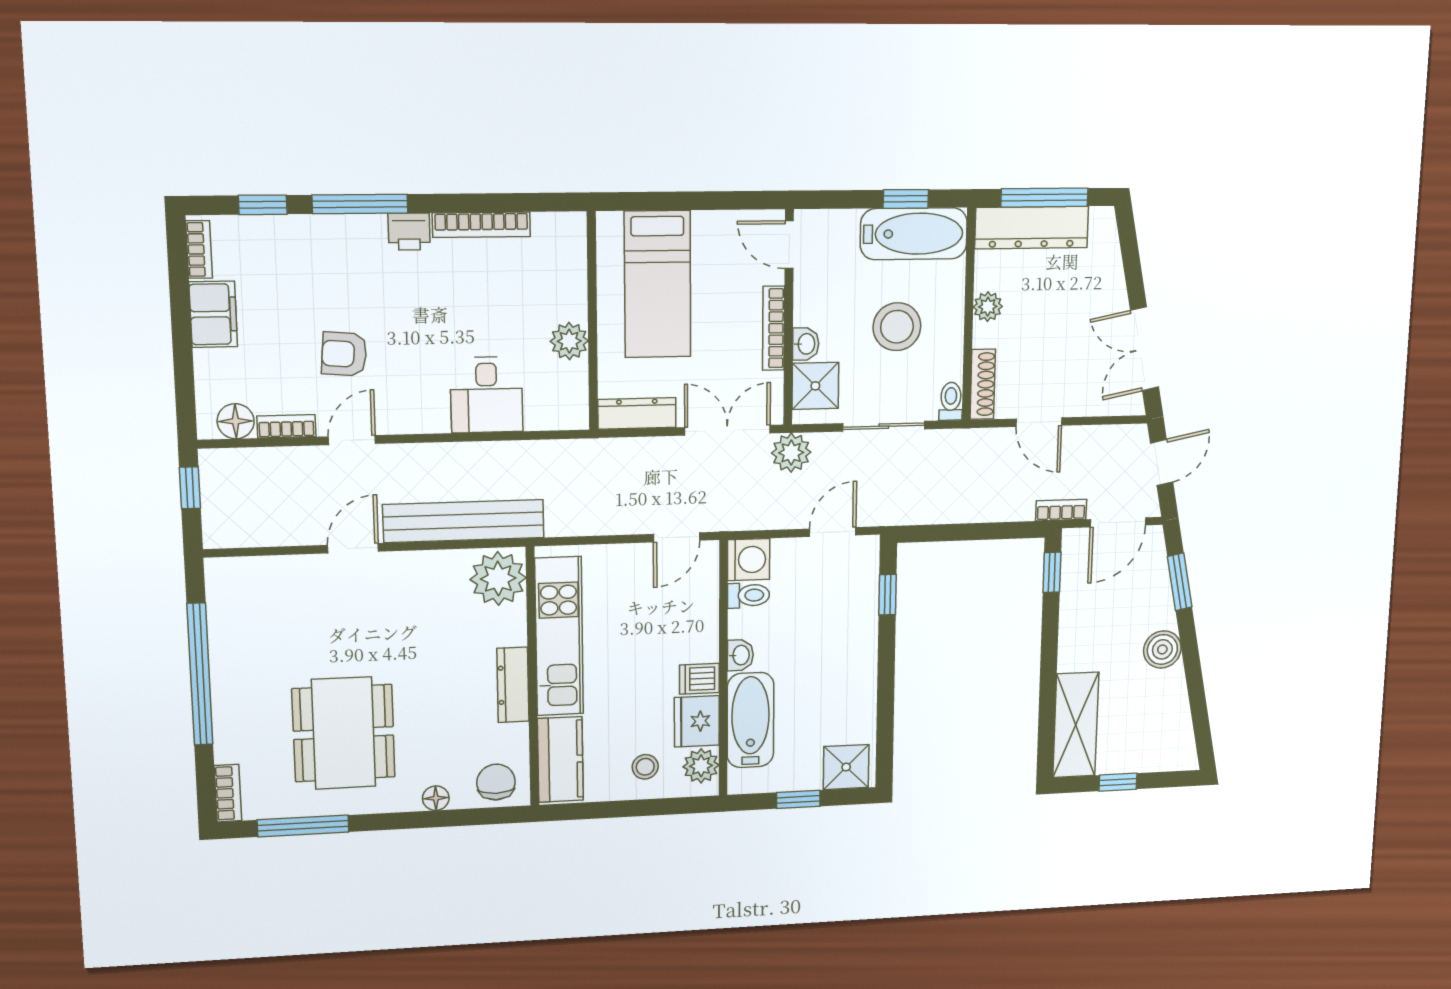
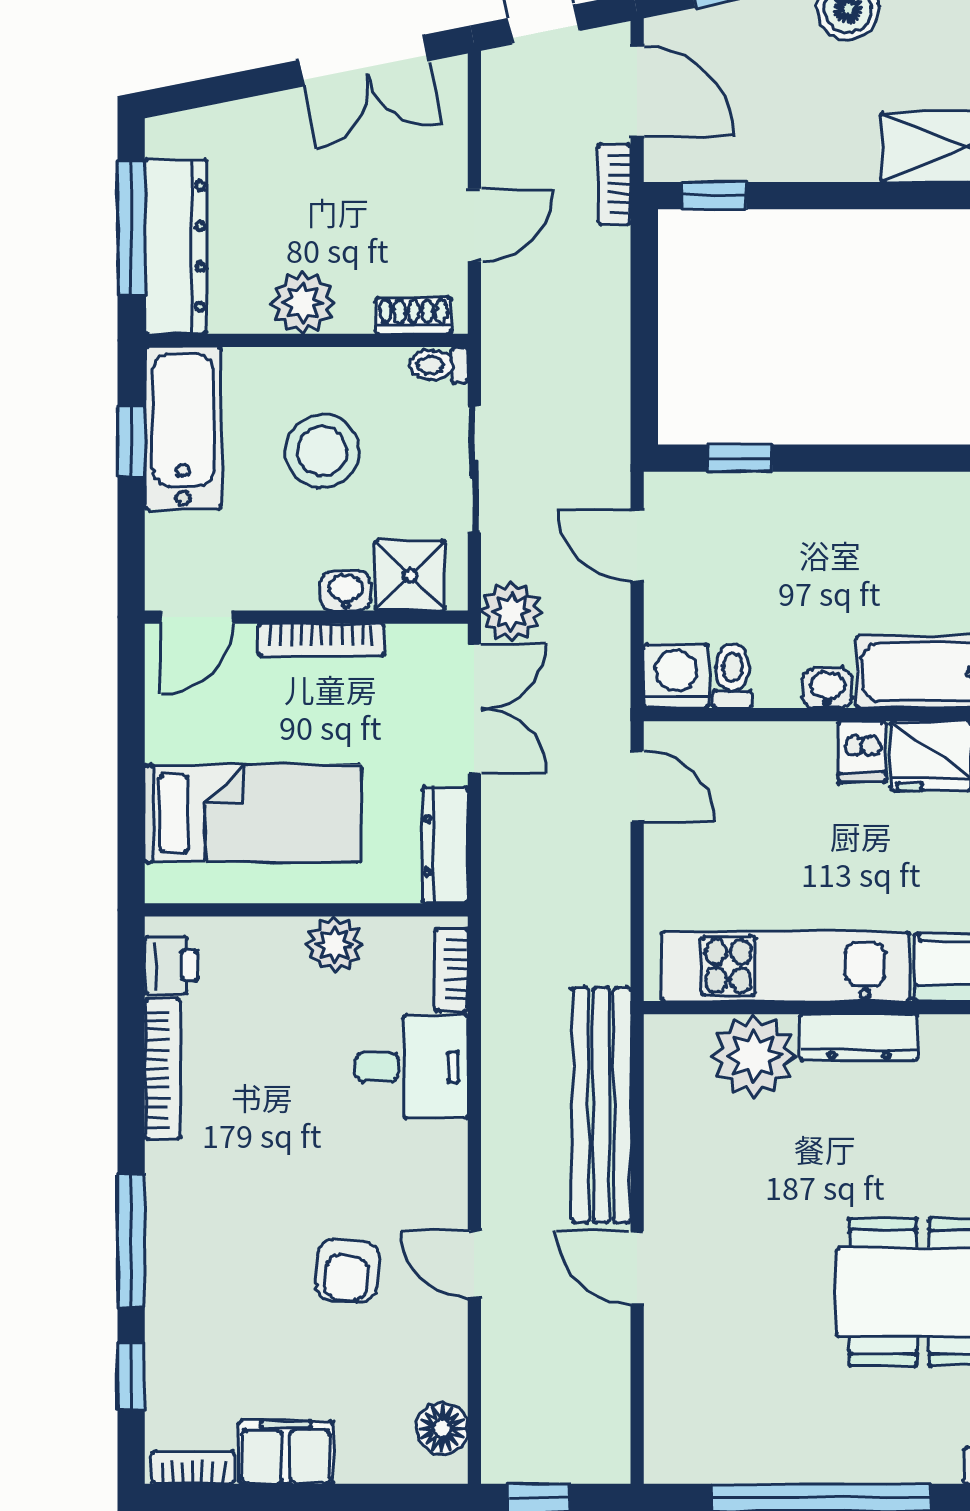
printer: (409, 232) -> (171, 965), moved
plant: (988, 307) -> (303, 303), width x1.38, depth x1.38
shoe rack: (983, 384) -> (413, 316), width x0.70
bookcase: (286, 426) -> (451, 969), moved
double door: (727, 430) -> (474, 709), swing flipped
plant: (498, 579) -> (754, 1056), moved

